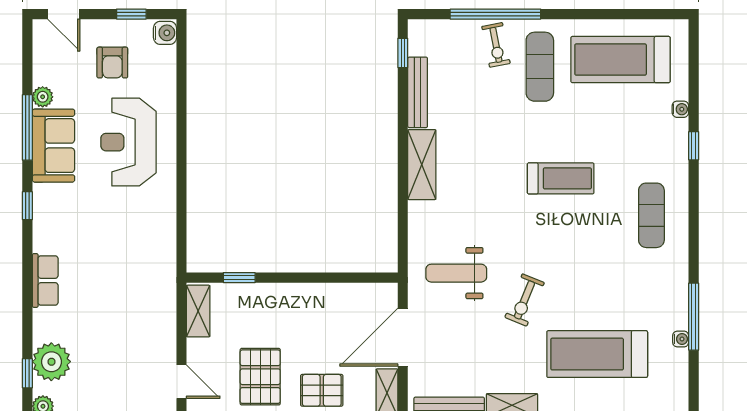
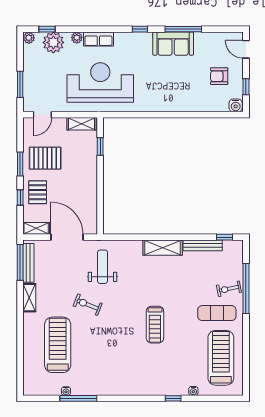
door: (64, 14) -> (246, 49), hinge flipped
plant: (43, 97) -> (77, 38), moved
reception desk: (128, 142) -> (100, 82), moved, width x1.36, depth x1.30
exercise mat: (651, 215) -> (135, 375), removed

